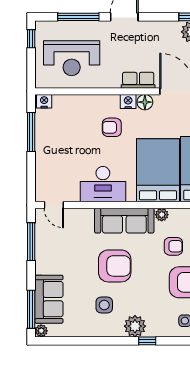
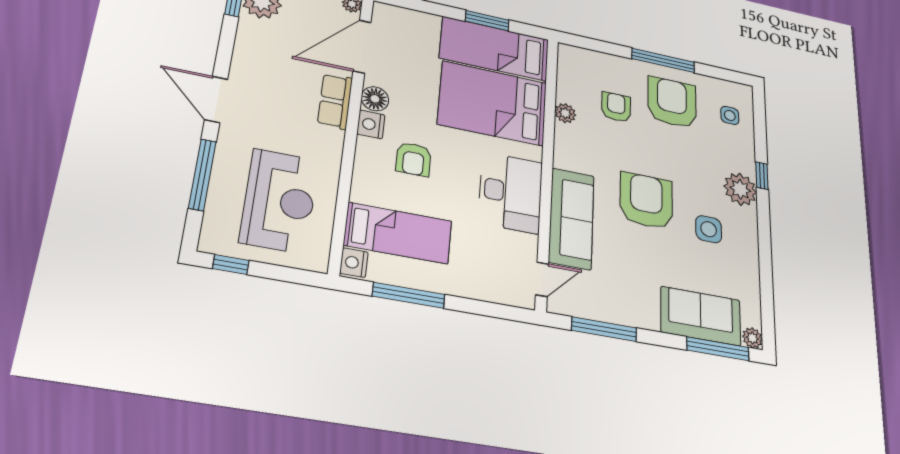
bed: (66, 123) -> (398, 233), added
sofa: (124, 221) -> (571, 218), moved

